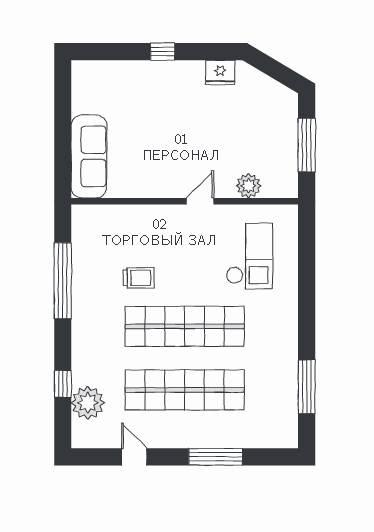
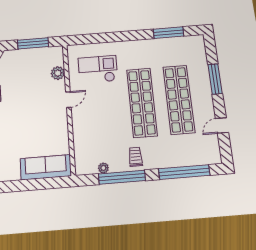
door: (200, 201) -> (68, 100), swing flipped
trolley: (139, 278) -> (135, 157), moved
window: (63, 384) -> (184, 172), width x3.17
plant: (88, 403) -> (103, 168), moved, width x0.53, depth x0.53

